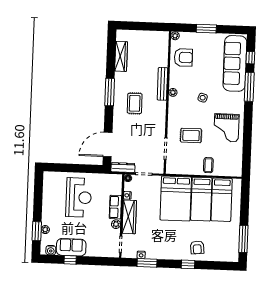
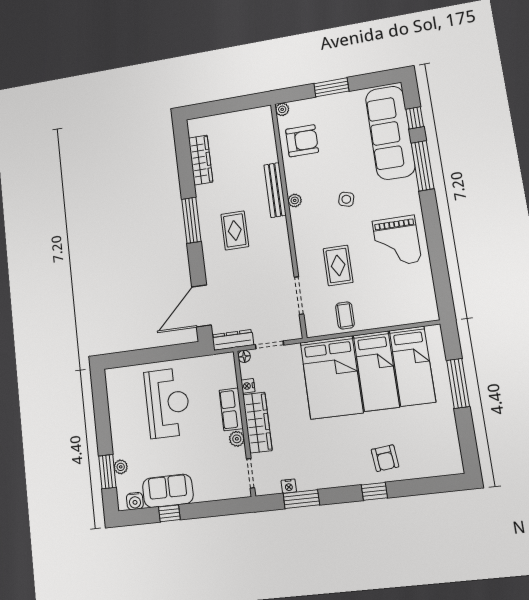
rug: (191, 135) -> (338, 265), turned 90
coffee table: (208, 165) -> (345, 315), moved
window: (243, 239) -> (458, 383), moved

